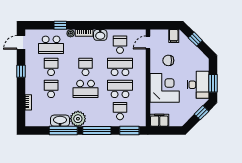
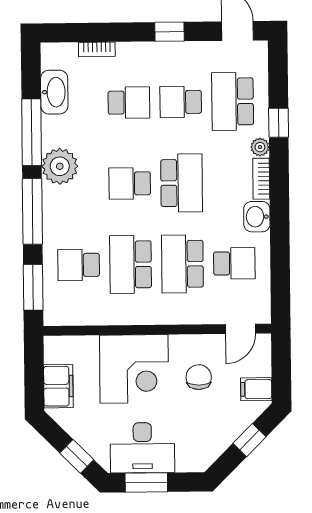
door: (148, 42) -> (240, 329), swing flipped
school desk: (51, 67) -> (181, 102), turned 180
school desk: (86, 67) -> (182, 183), width x1.85
school desk: (120, 67) -> (182, 264), turned 180
school desk: (86, 89) -> (130, 183), width x0.54
school desk: (120, 89) -> (131, 264), turned 180
school desk: (120, 111) -> (79, 265), turned 180
filing cabinet: (159, 120) -> (58, 386), moved
washbasin: (60, 121) -> (54, 92), moved

